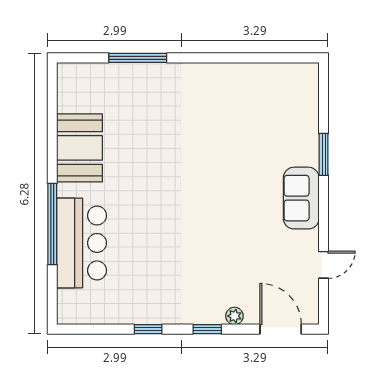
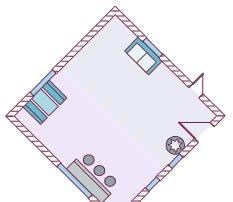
booth: (80, 148) -> (45, 102), moved, turned 90
sofa: (301, 198) -> (144, 56), moved
plant: (234, 316) -> (175, 145), width x1.88, depth x1.88

